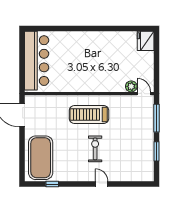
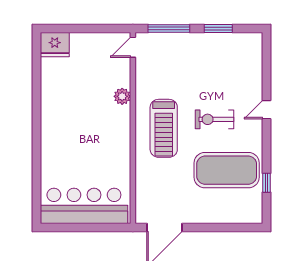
plant: (131, 86) -> (122, 96), moved
exercise mat: (41, 158) -> (227, 170), moved

